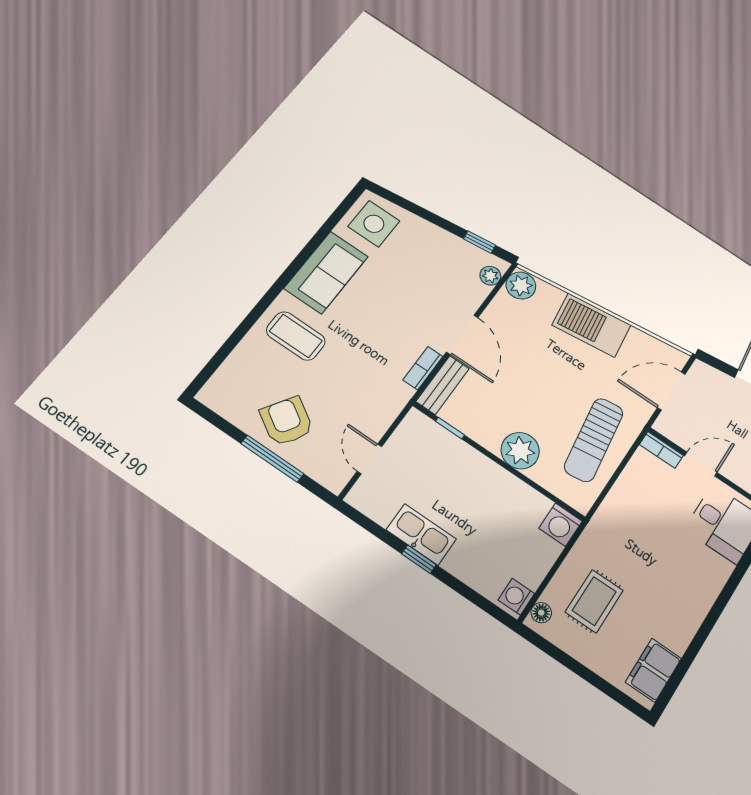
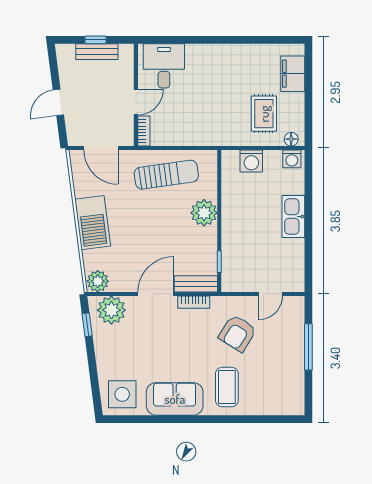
plant: (490, 276) -> (111, 310), width x1.88, depth x1.88
armchair: (287, 421) -> (238, 333), moved
door: (701, 464) -> (136, 102), swing flipped
washing machine: (561, 525) -> (251, 161), moved, turned 90
kitchen sink: (421, 534) -> (293, 216), moved
window: (419, 559) -> (308, 227), removed
rug: (594, 601) -> (264, 114), turned 90
filing cabinet: (653, 670) -> (293, 74), moved, turned 90

